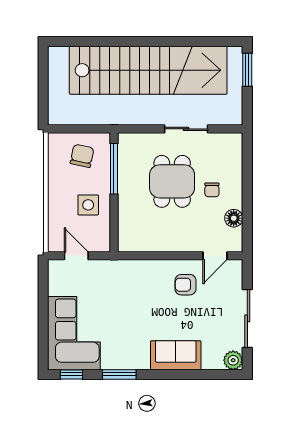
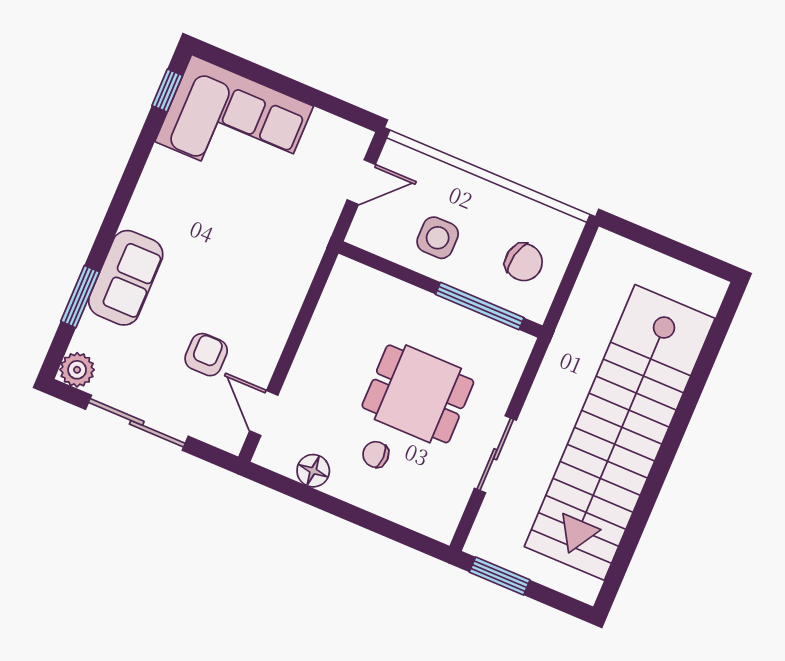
window: (247, 70) -> (500, 576), moved
armchair: (185, 285) -> (206, 355), moved
window: (119, 374) -> (80, 297), moved

